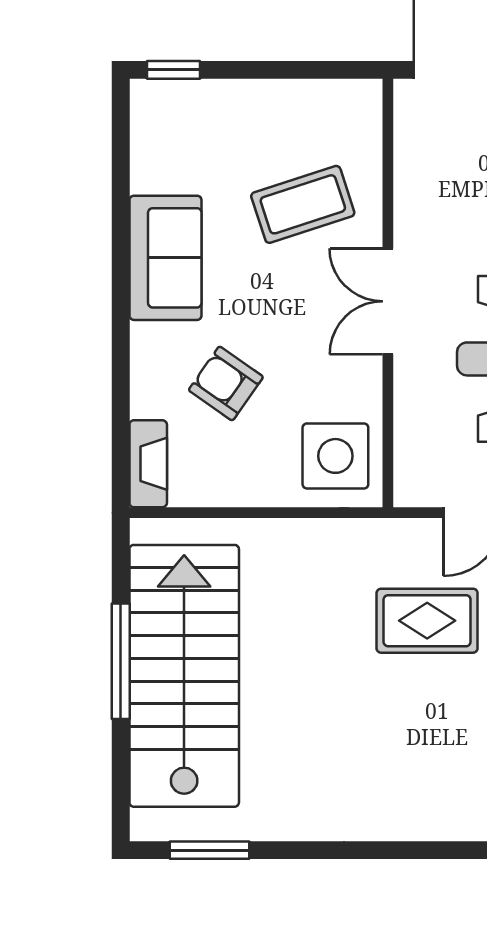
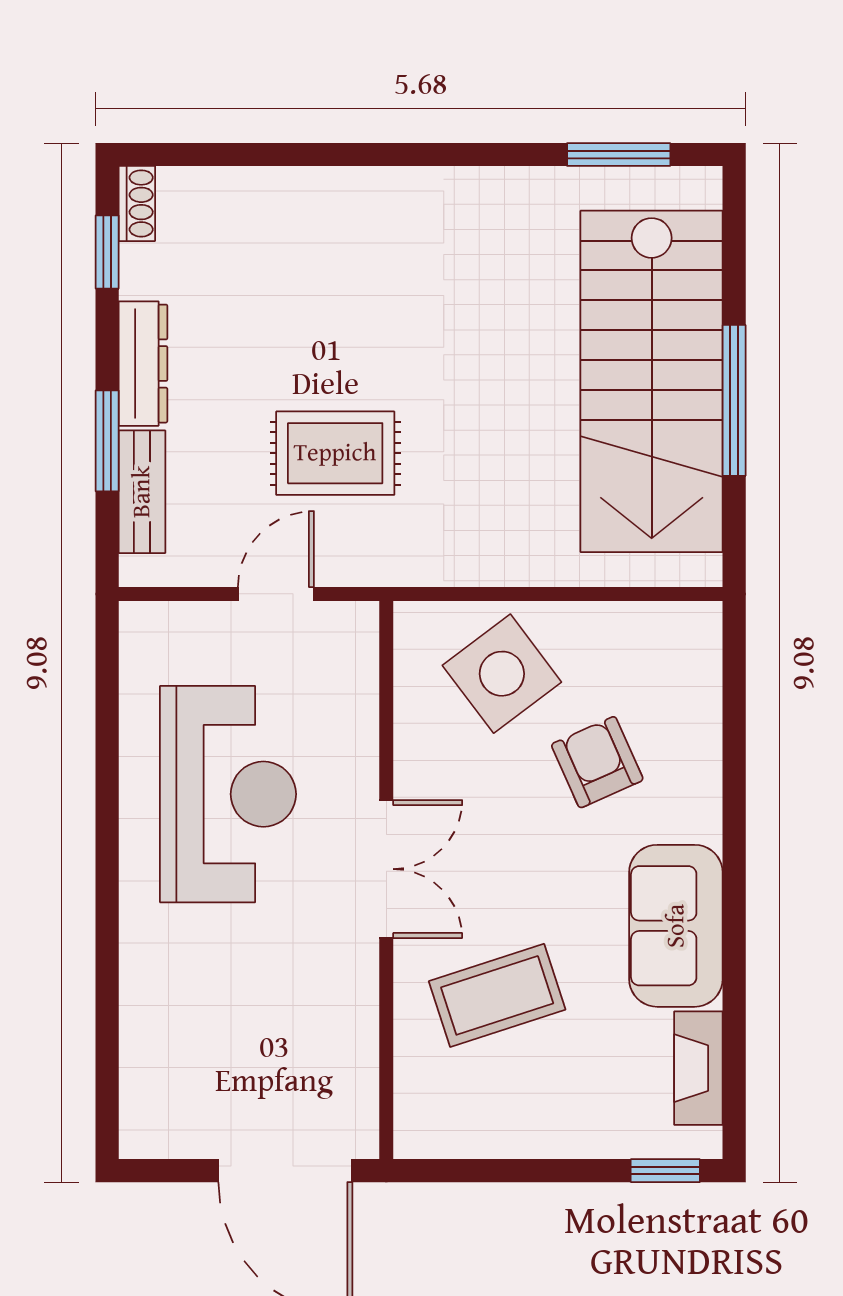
armchair: (226, 383) -> (597, 762), turned -149
side table: (335, 456) -> (502, 674), moved, turned -37
fireplace: (148, 464) -> (698, 1068), moved

